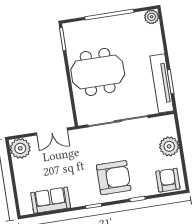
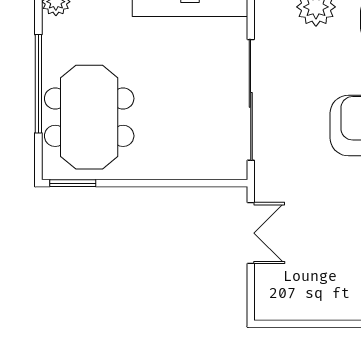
meeting table: (98, 72) -> (89, 117), moved
plant: (20, 148) -> (274, 300), removed

